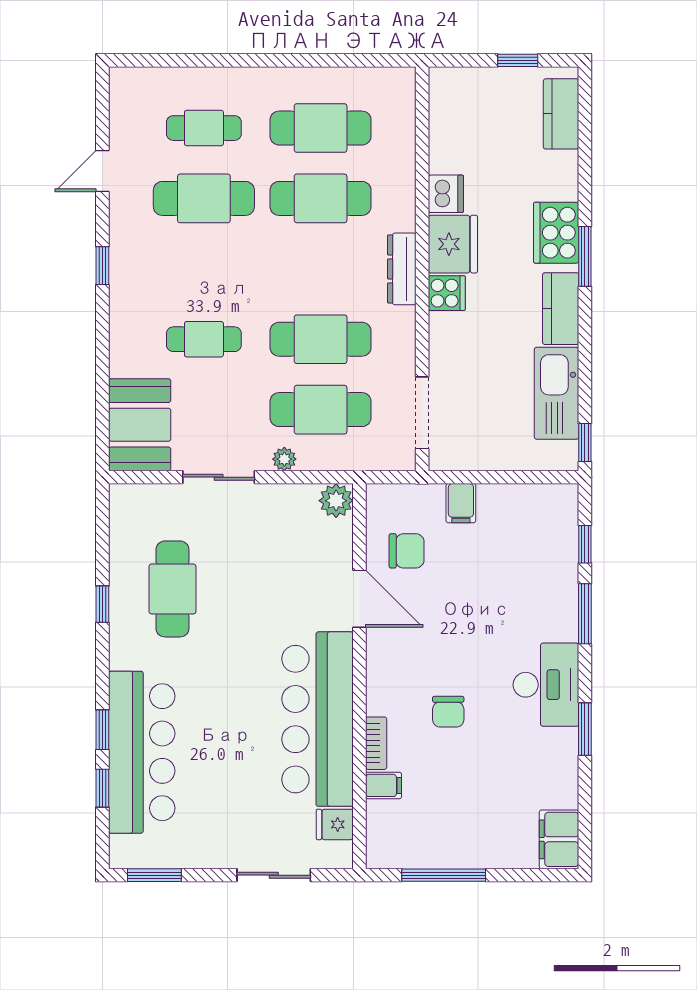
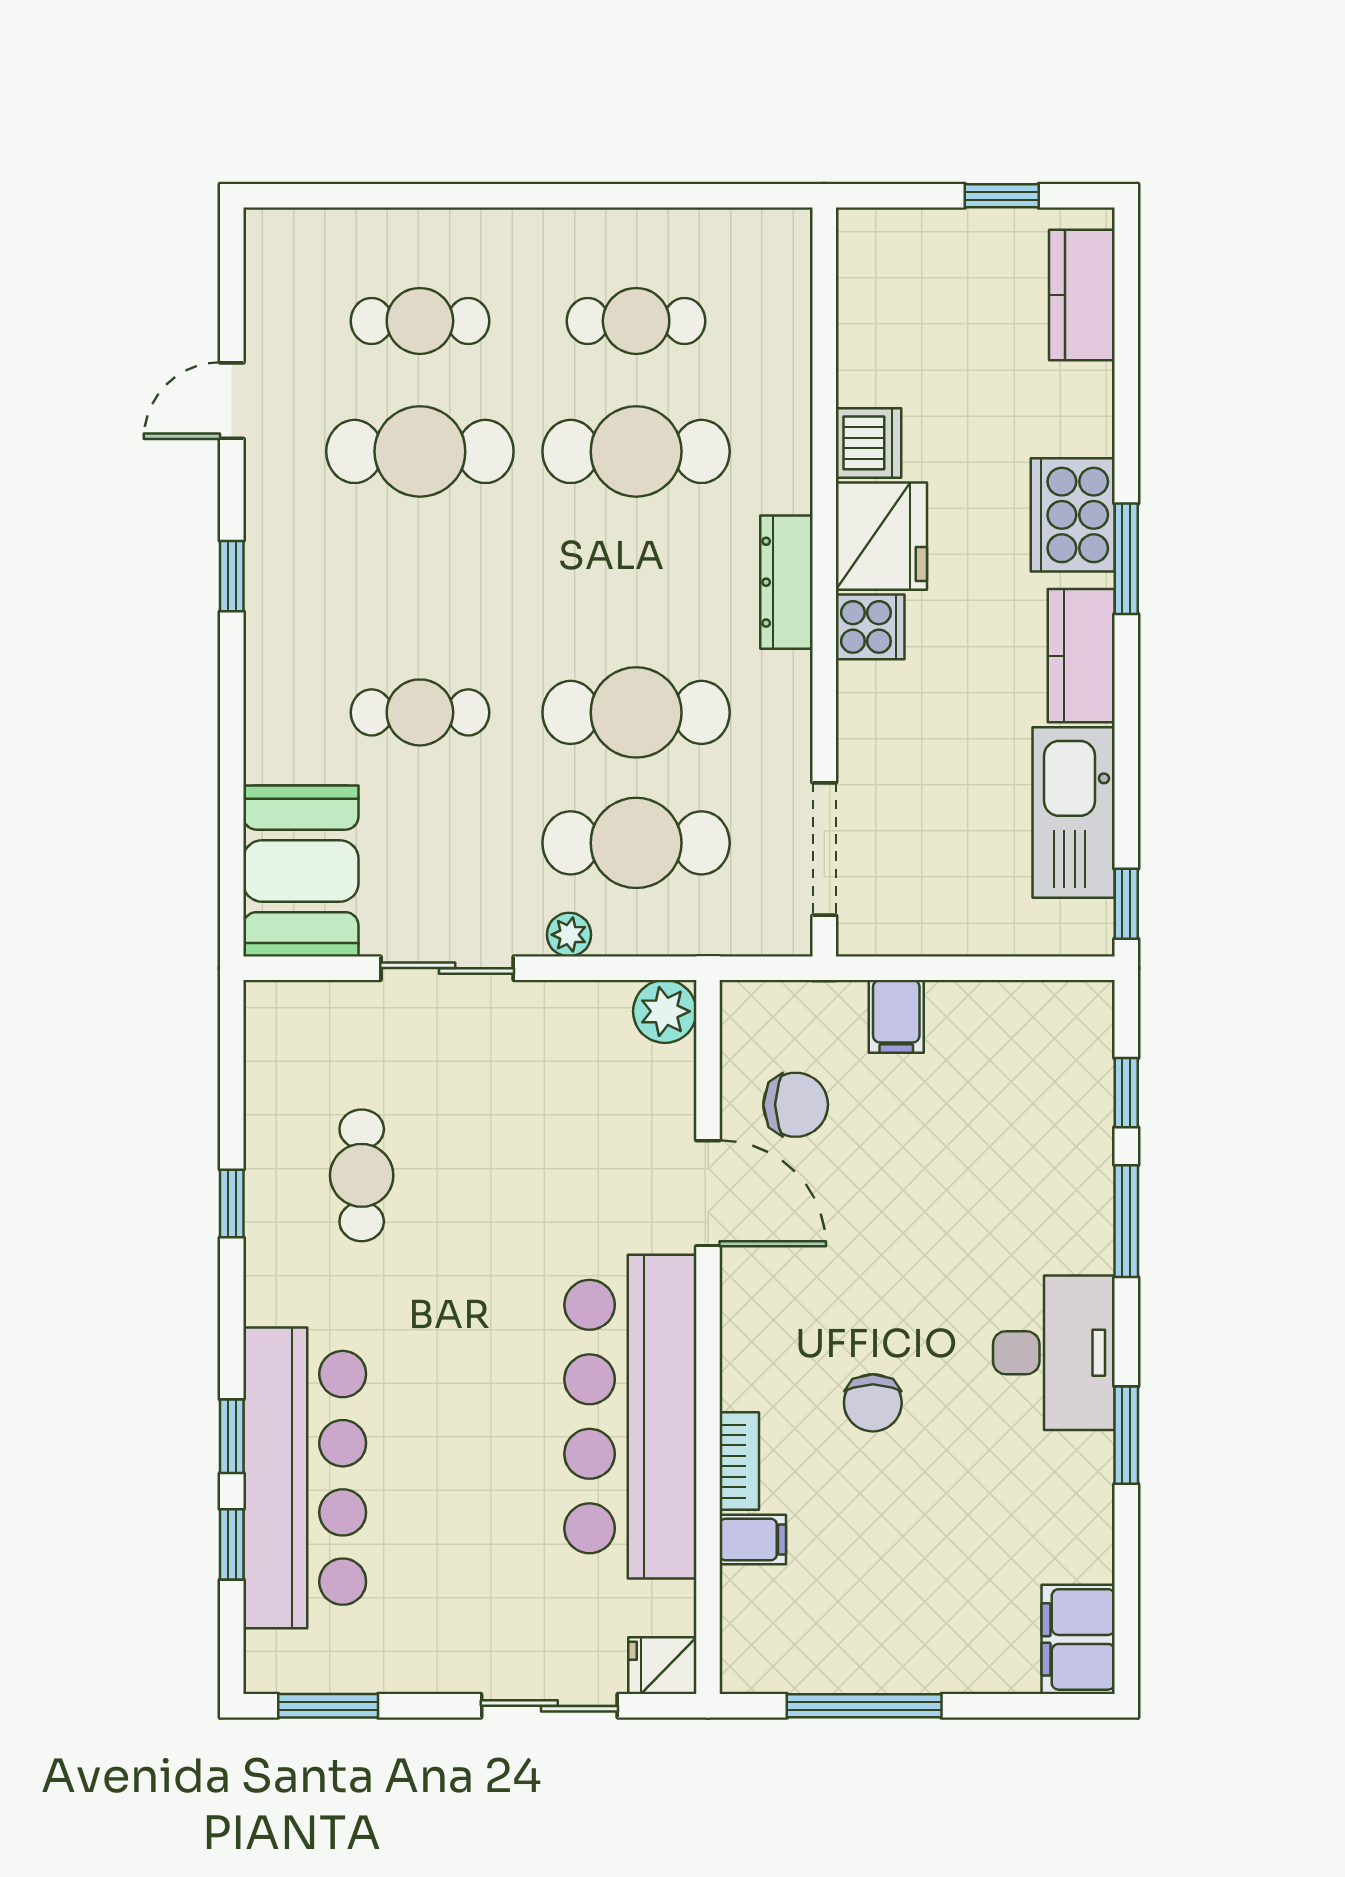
cafe table: (321, 128) -> (636, 321), width x0.73, depth x0.74
cafe table: (172, 589) -> (362, 1175), width x0.73, depth x0.74
fridge: (335, 824) -> (662, 1666), moved

